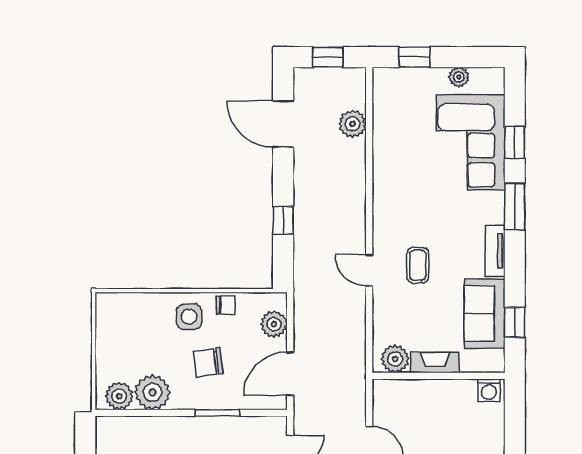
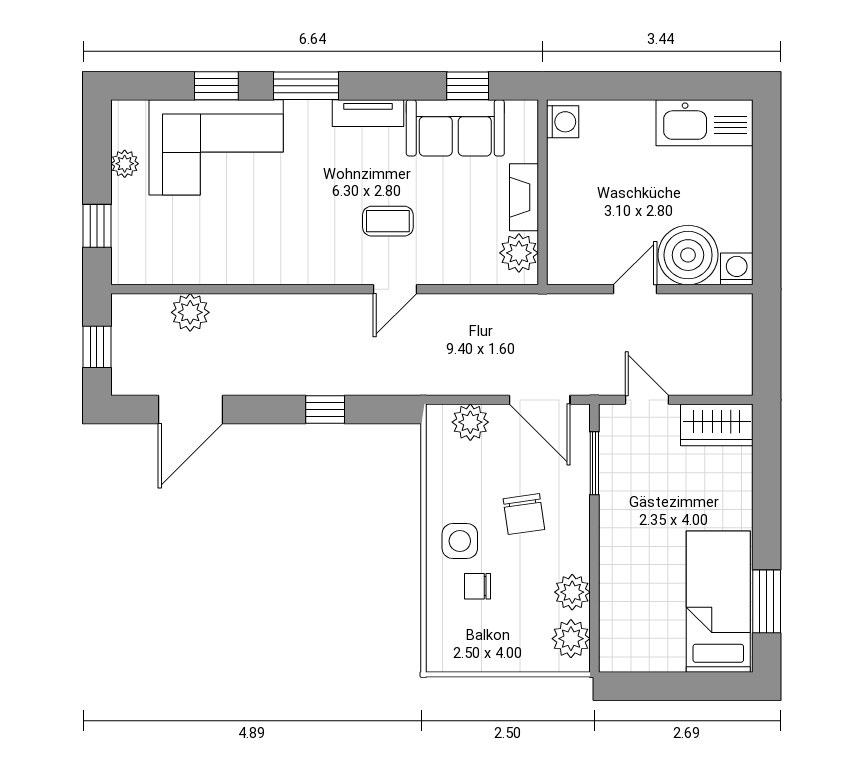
chair: (226, 305) -> (477, 586), moved, turned -90
plant: (152, 392) -> (572, 592), width x0.73, depth x0.73
window: (217, 413) -> (594, 463), moved

